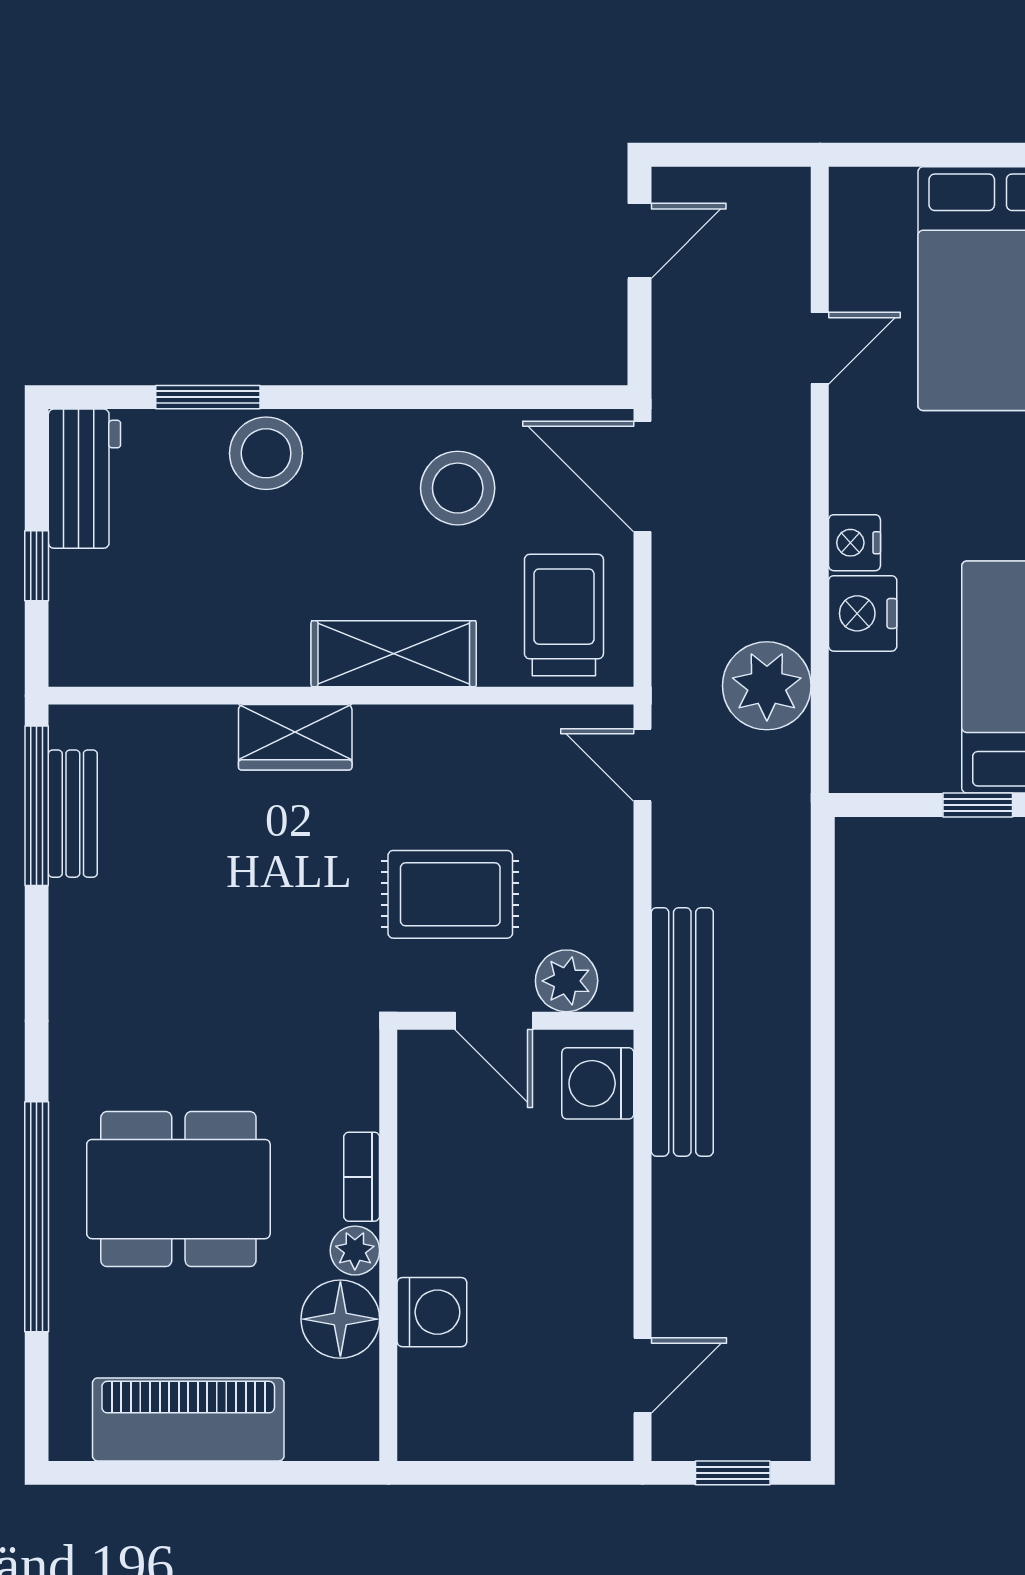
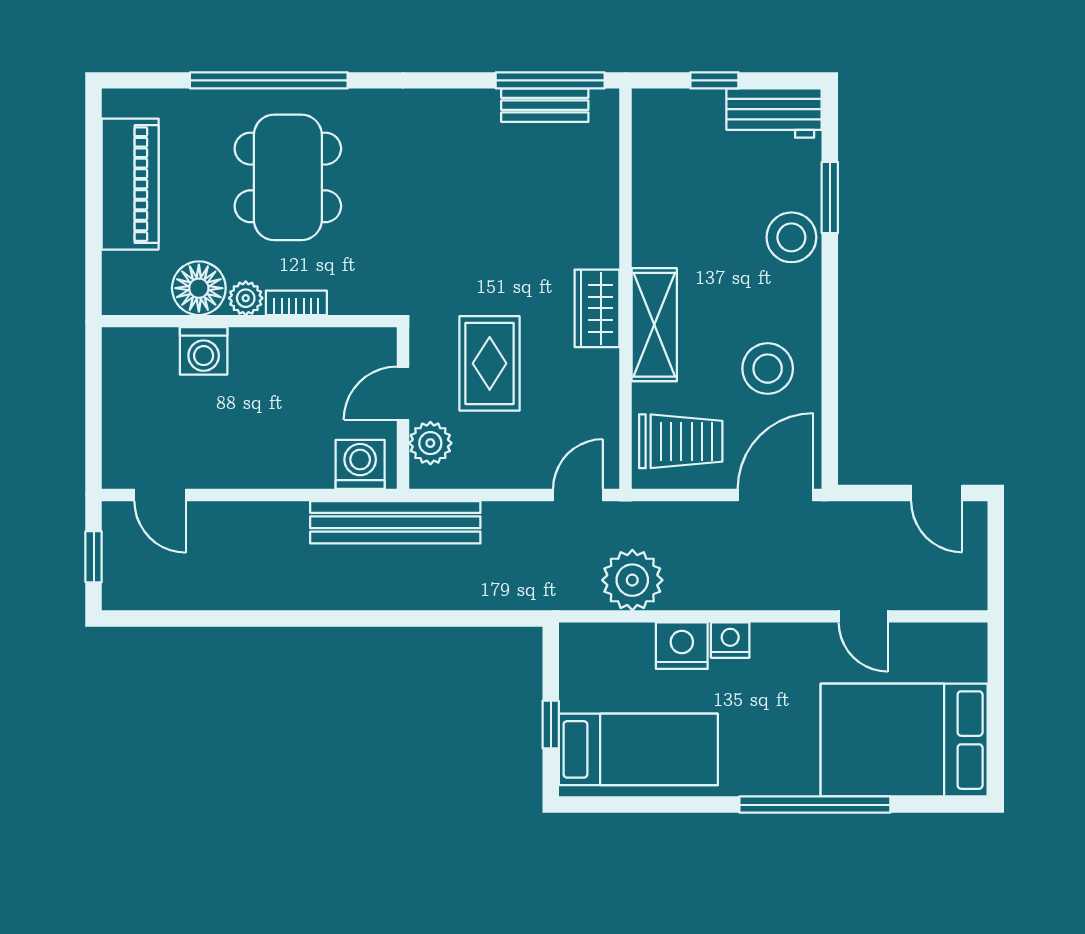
wardrobe: (295, 737) -> (597, 308), moved

